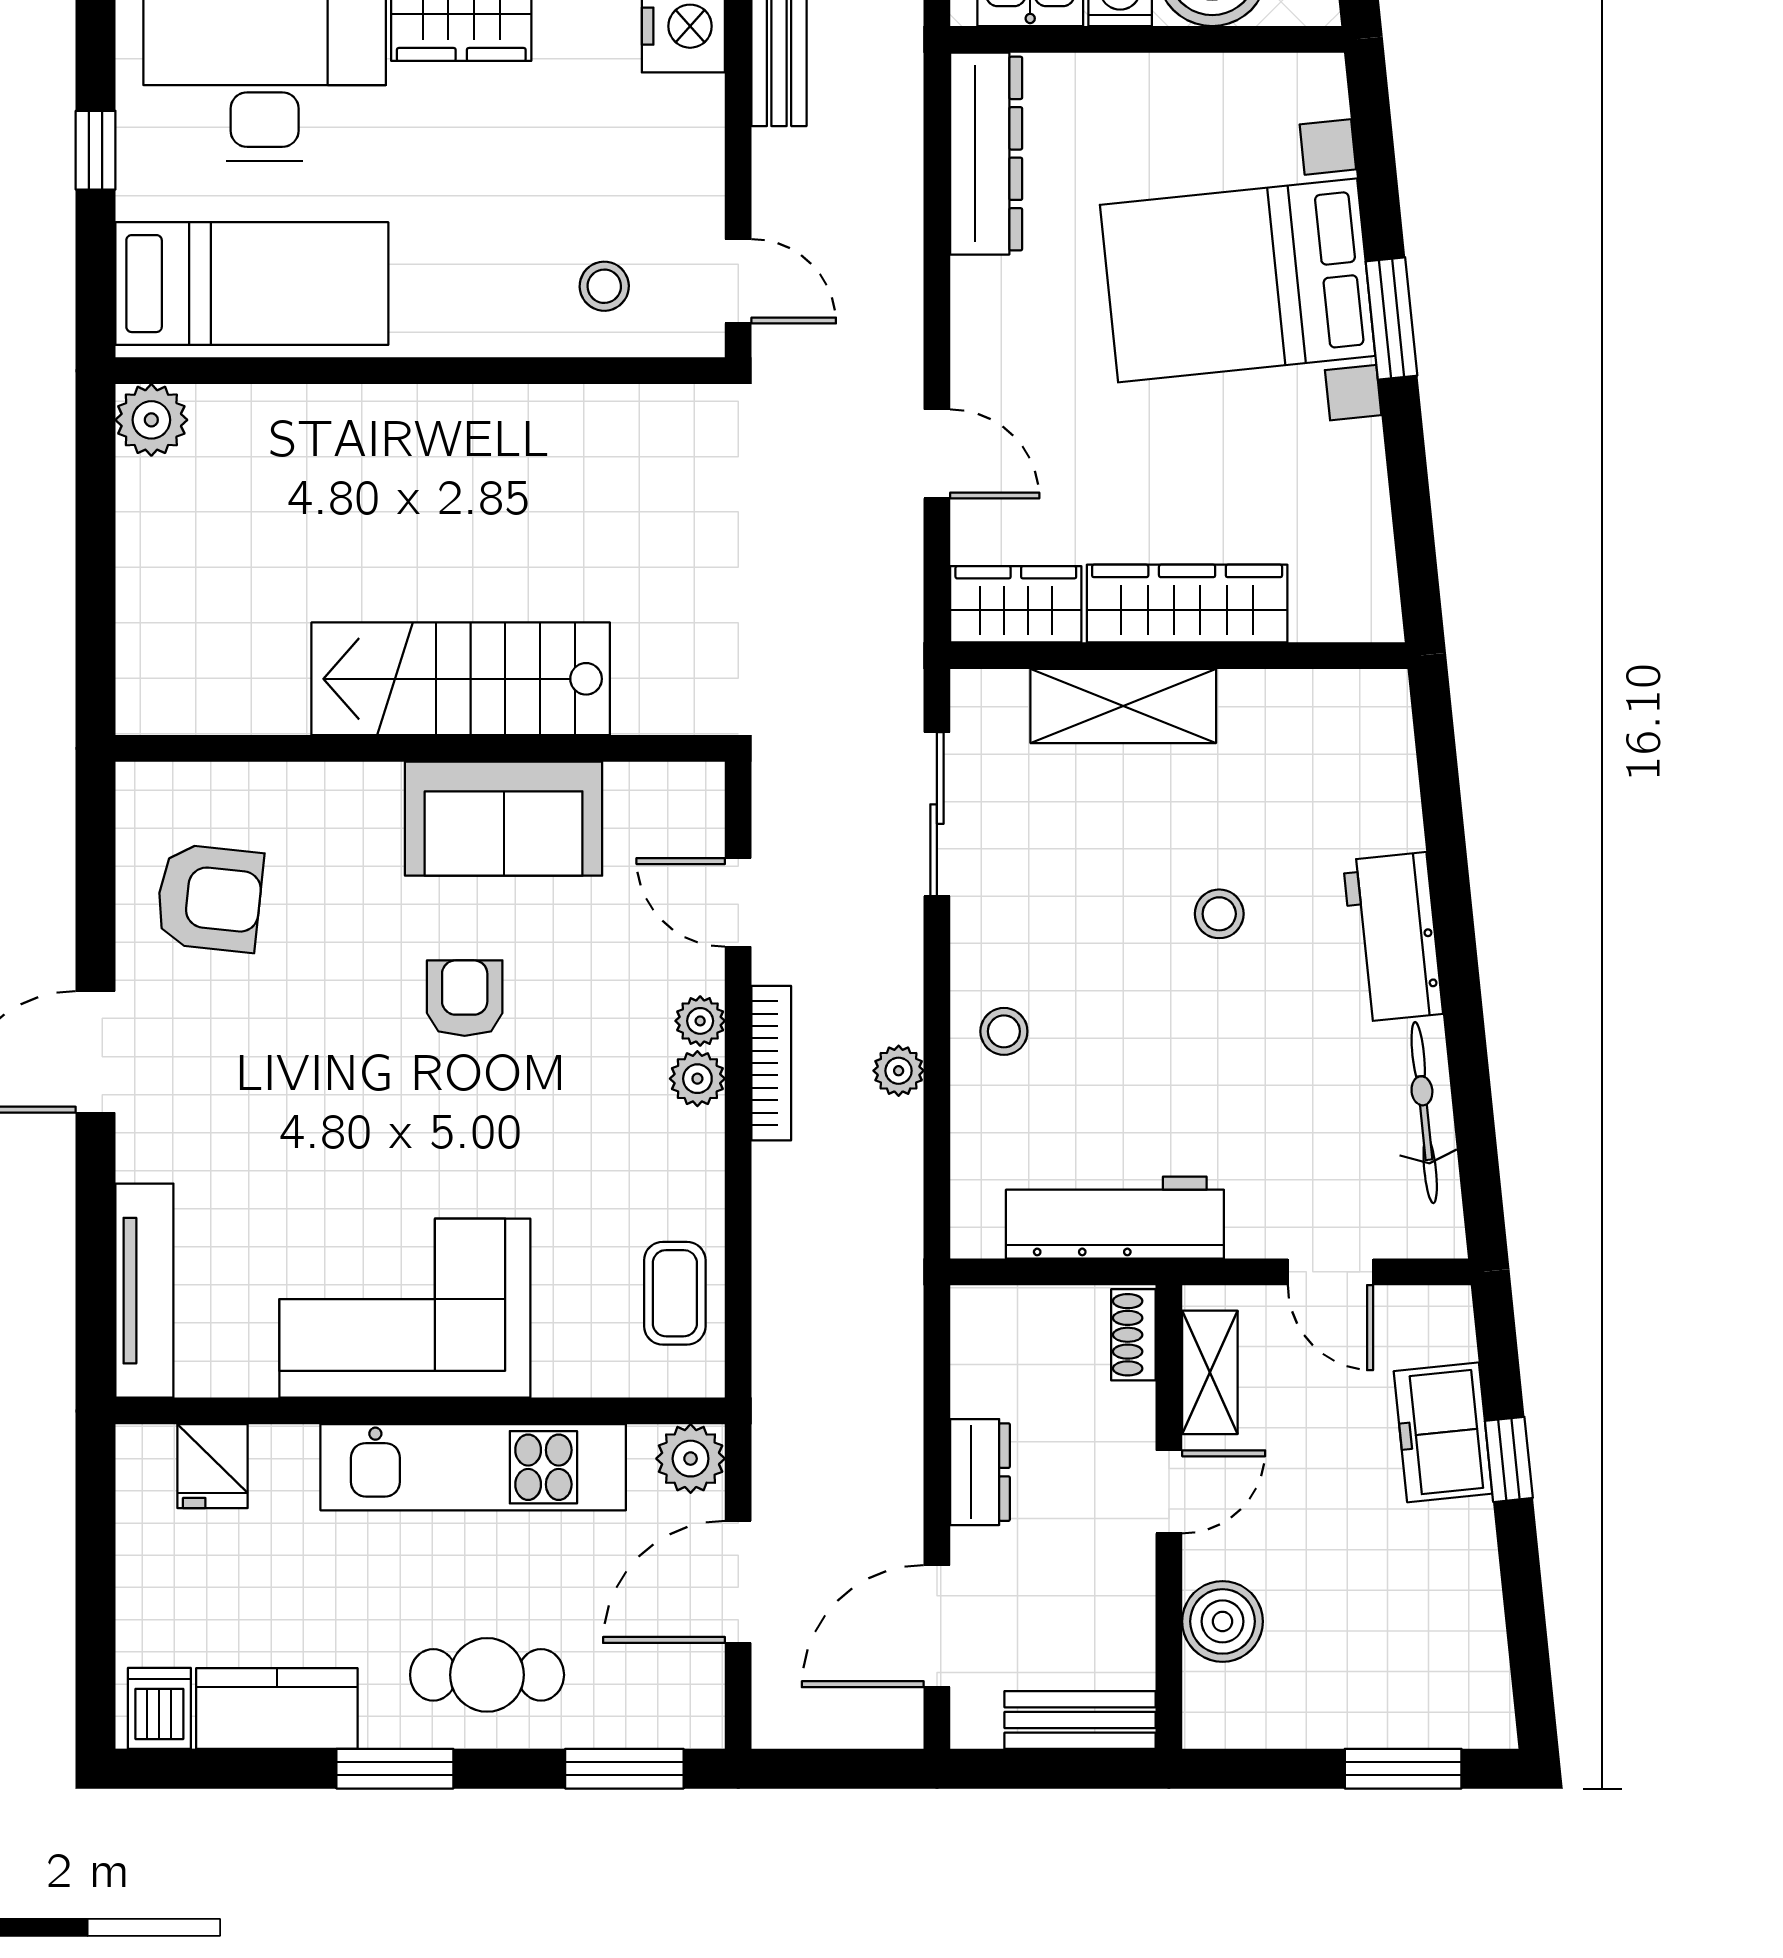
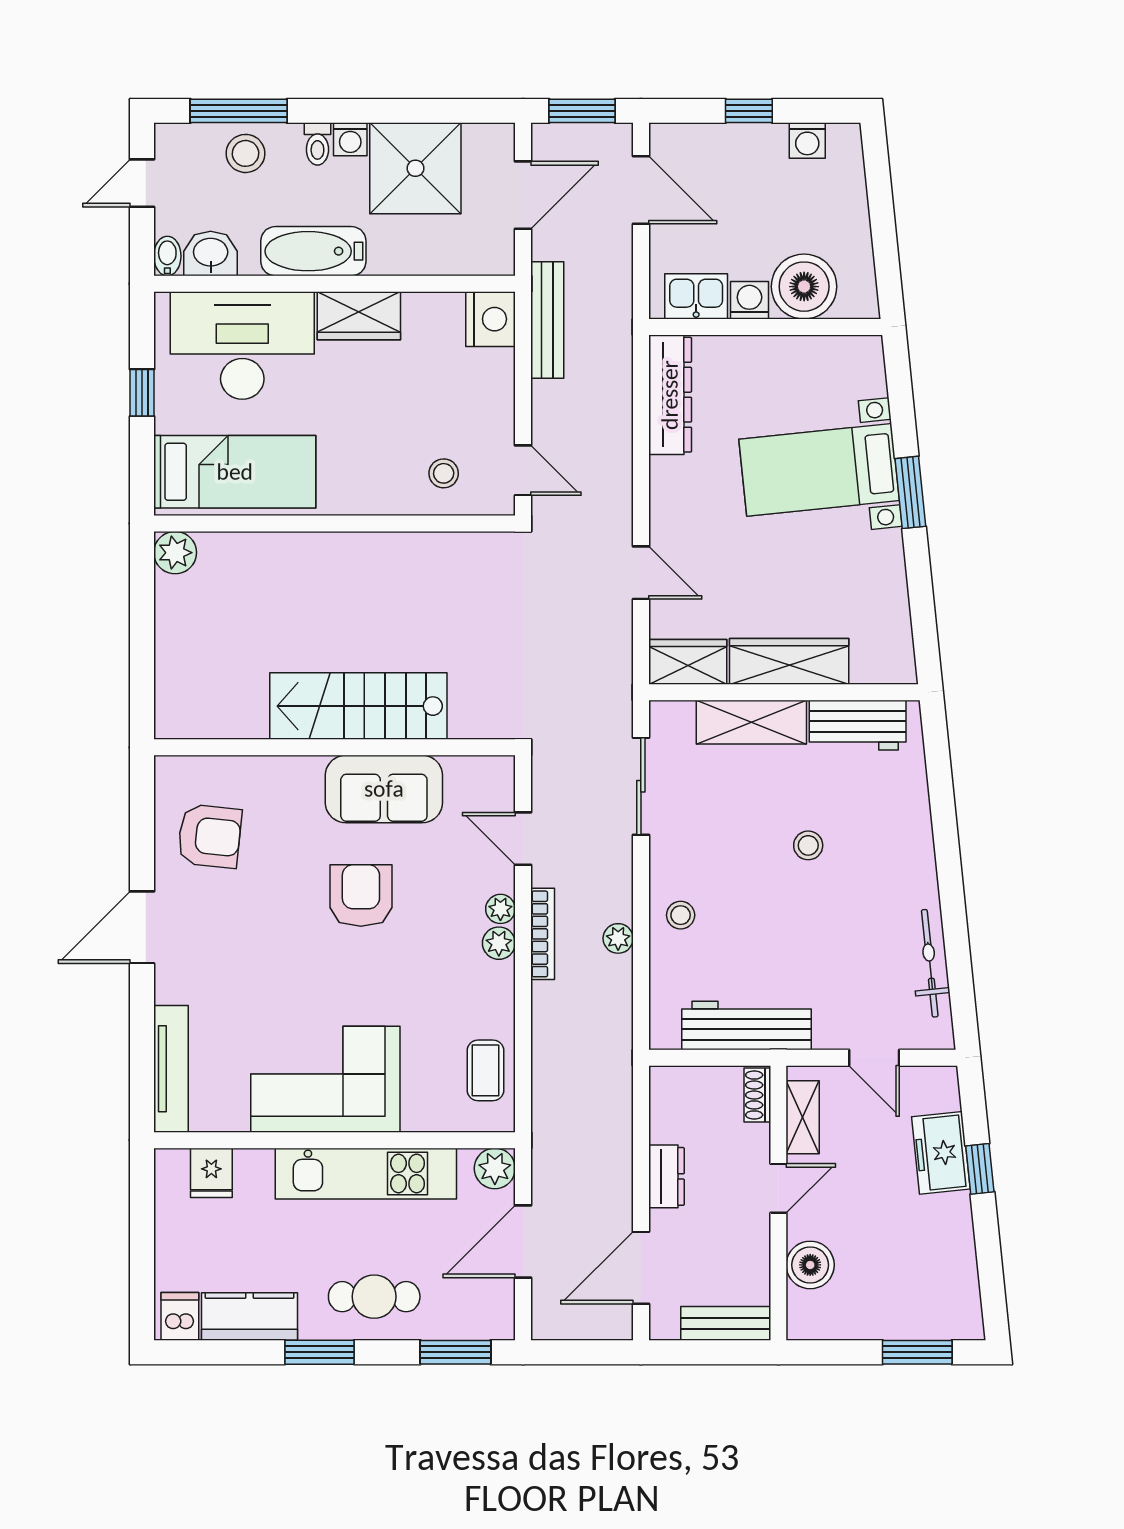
bed with nightstands: (1238, 280) -> (819, 470), width x0.73
workbench: (1393, 937) -> (858, 725), moved, turned -84
armchair: (465, 998) -> (361, 895), width x1.38, depth x1.38

